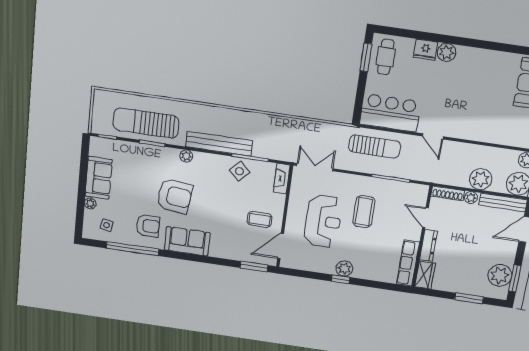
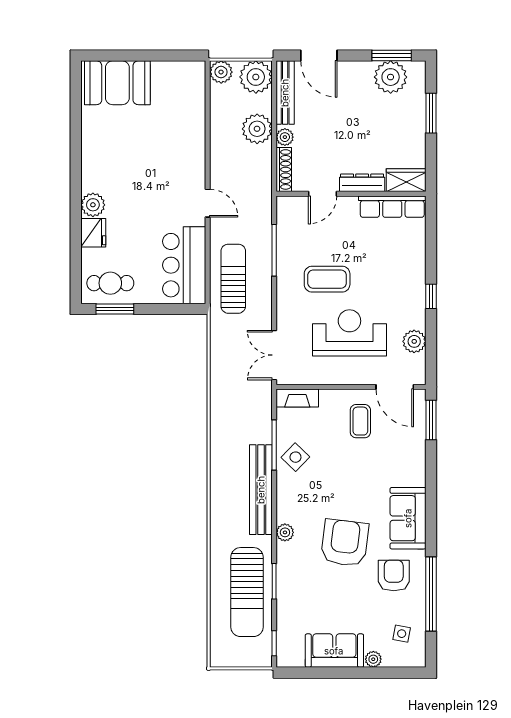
door: (433, 136) -> (208, 203), hinge flipped
plant: (344, 269) -> (414, 341), moved

